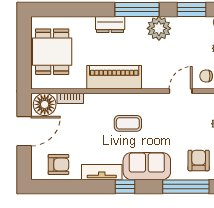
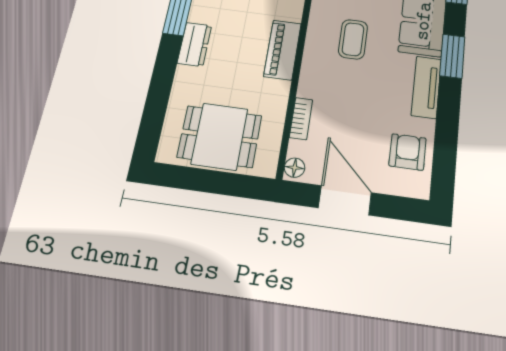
piano: (114, 77) -> (283, 50), width x0.73, depth x0.75
floor lamp: (45, 104) -> (295, 168), width x0.53, depth x0.53
window: (125, 187) -> (452, 56), width x1.50

